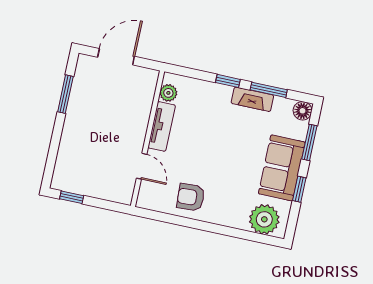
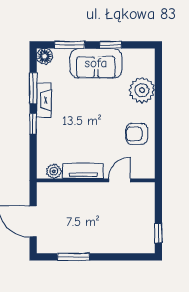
armchair: (191, 197) -> (137, 134), turned 93
plant: (264, 219) -> (142, 90), moved

